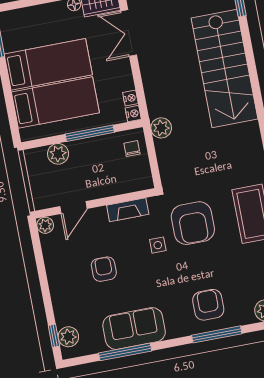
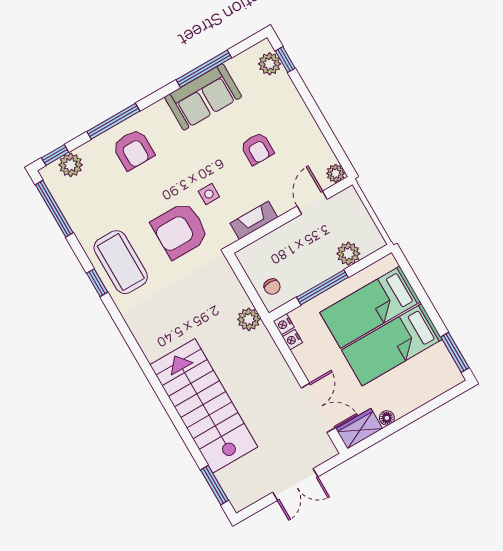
armchair: (193, 223) -> (180, 230), turned -90

